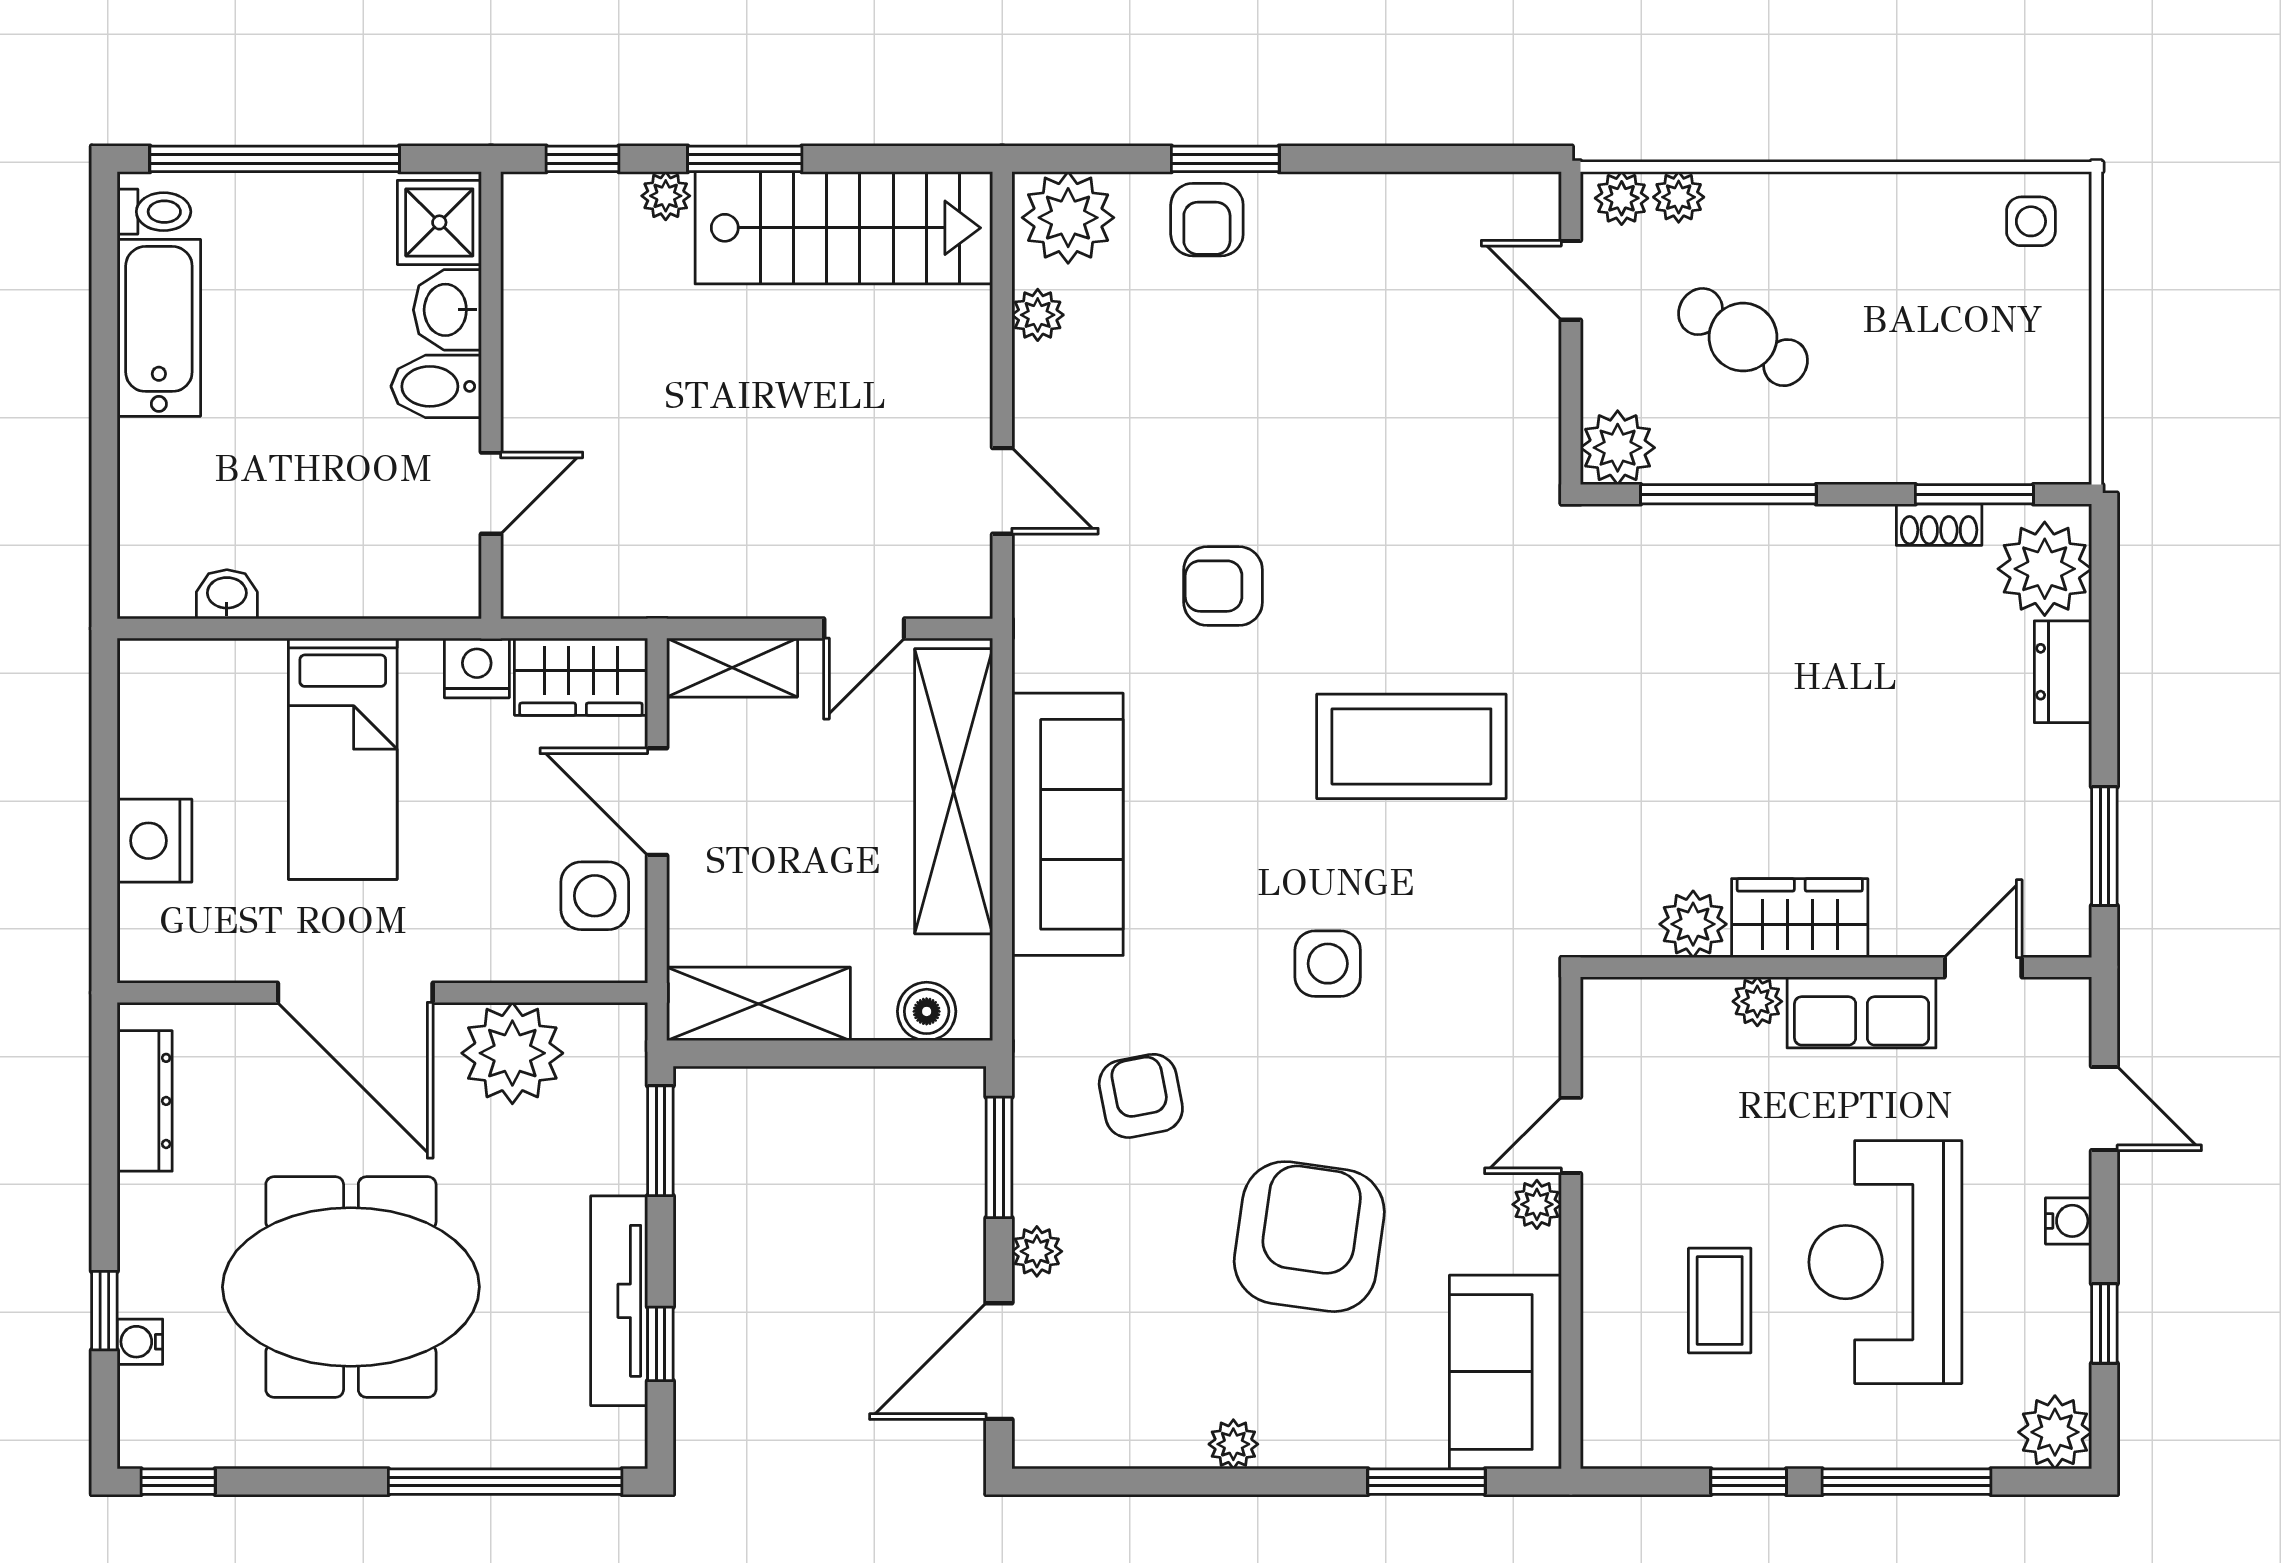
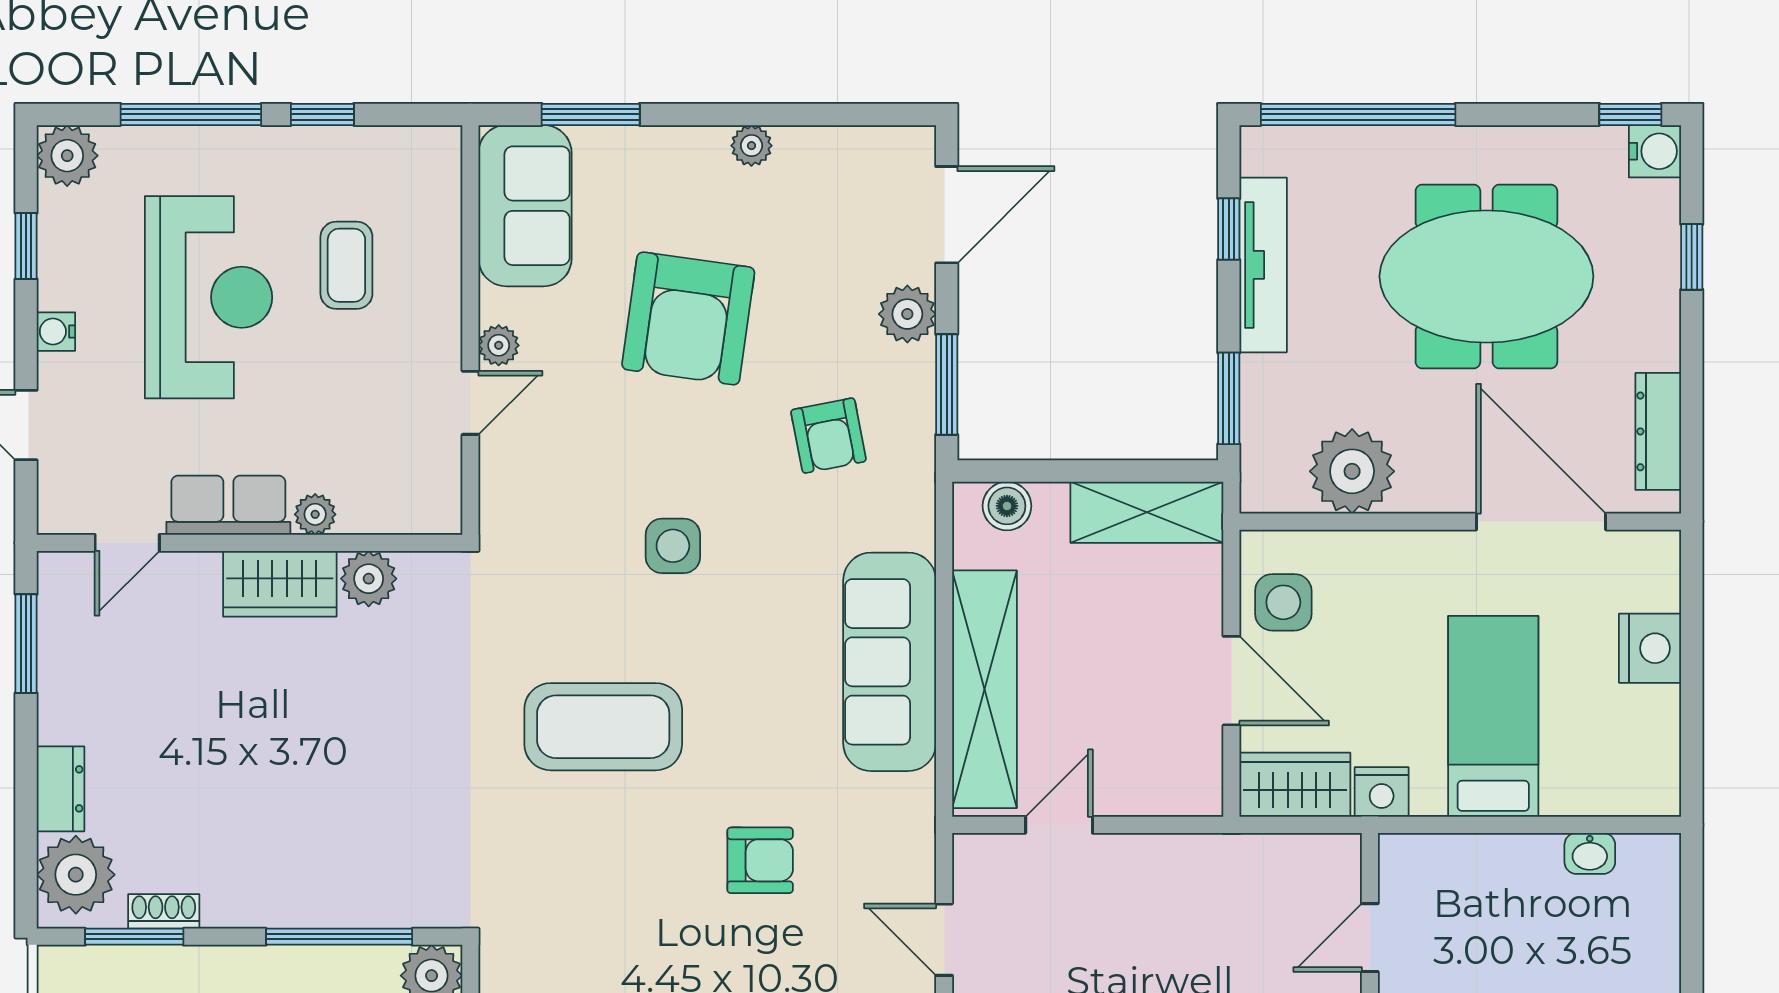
shelving: (732, 668) -> (1169, 792), removed
door: (355, 993) -> (1541, 522), moved
plant: (1037, 1251) -> (907, 314), width x1.38, depth x1.38
water cooler: (140, 1342) -> (1655, 151), moved, width x1.38, depth x1.38

